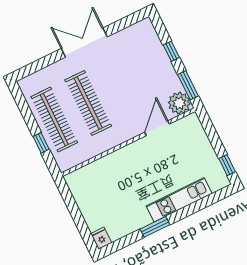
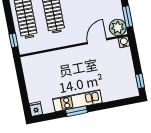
water cooler: (192, 120) -> (124, 42), added
window: (41, 143) -> (14, 40), moved
kitchen unit: (179, 200) -> (77, 101), moved

